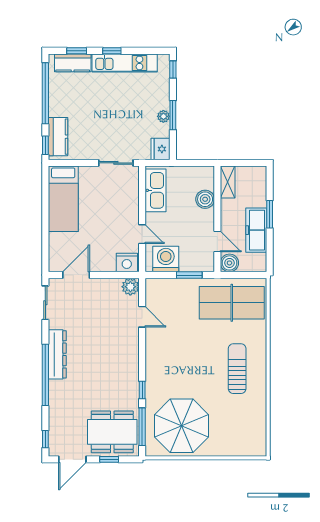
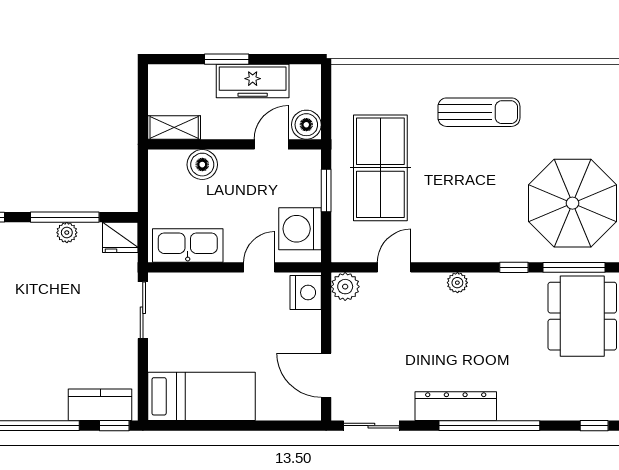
window: (173, 115) -> (65, 217), width x1.44
table tennis table: (232, 303) -> (380, 168), moved
plant: (133, 355) -> (457, 283), added
sun lounger: (237, 369) -> (479, 112), turned 180

